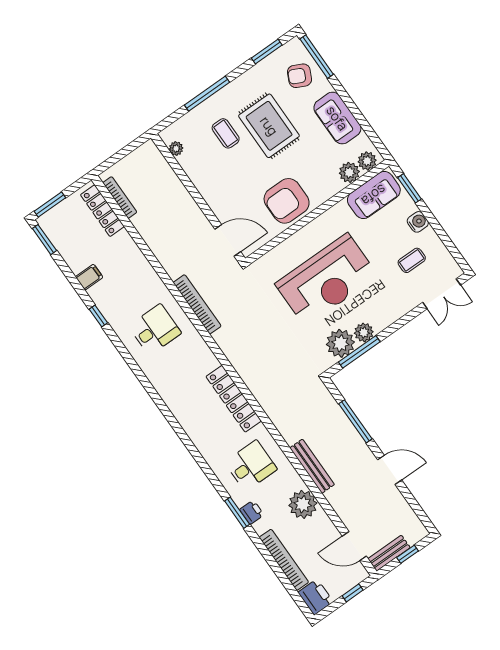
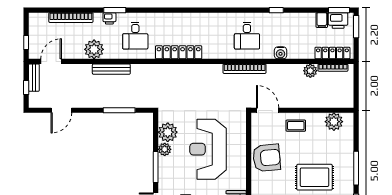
window: (207, 94) -> (356, 168), moved
coffee table: (226, 133) -> (296, 126), moved
plant: (176, 149) -> (334, 122), width x1.88, depth x1.88
armchair: (287, 201) -> (267, 158), turned 85
plant: (143, 222) -> (310, 71), added
door: (228, 240) -> (268, 110), swing flipped
water cooler: (147, 274) -> (280, 53), added
filing cabinet: (89, 277) -> (322, 20), moved
window: (359, 352) -> (156, 167), moved
door: (390, 470) -> (61, 110), moved
printer: (316, 597) -> (338, 21), moved

